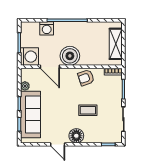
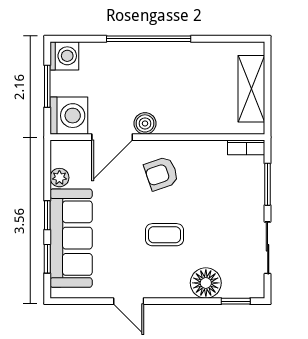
washing machine: (47, 28) -> (64, 56), moved, turned -90
boiler: (70, 56) -> (145, 123), width x0.54, depth x0.54
door: (50, 67) -> (112, 137), hinge flipped
armchair: (86, 78) -> (161, 174), moved
coffee table: (88, 110) -> (164, 235), moved
floor lamp: (76, 136) -> (206, 283), moved

